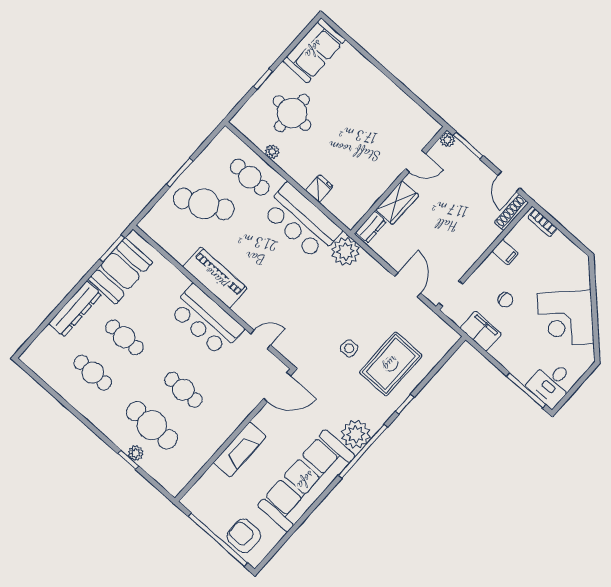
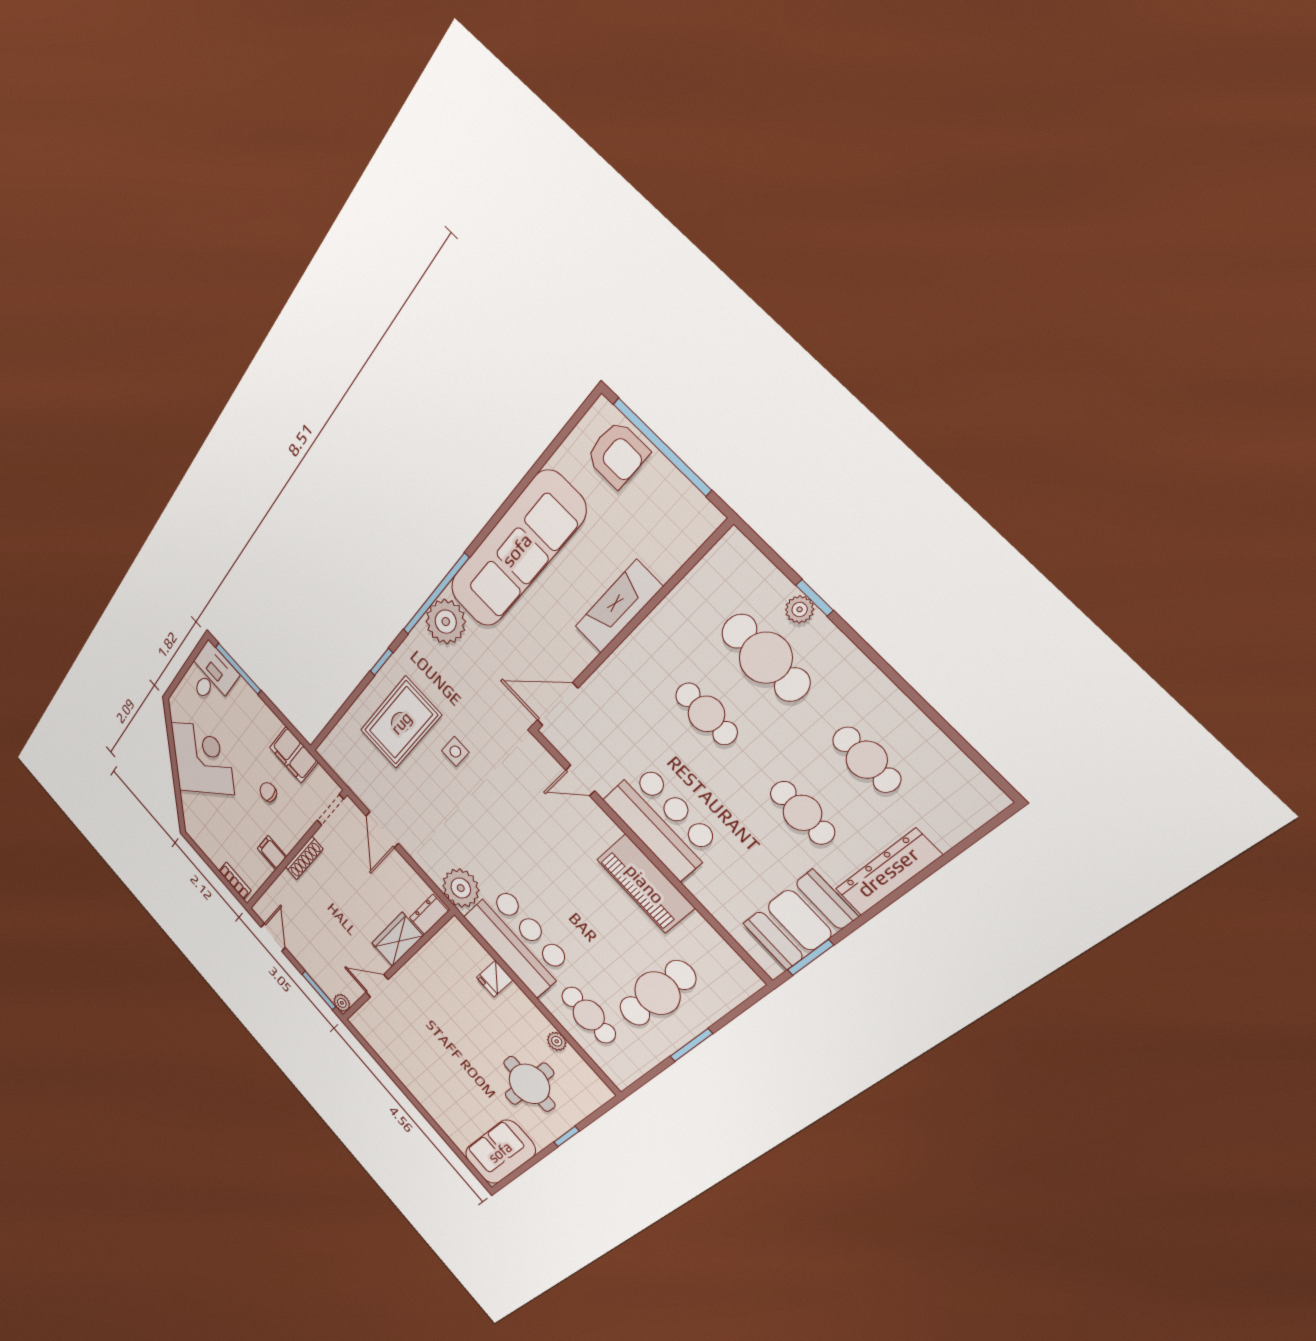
cafe table: (204, 204) -> (657, 993), turned -63
shoe rack: (511, 212) -> (304, 858), moved

